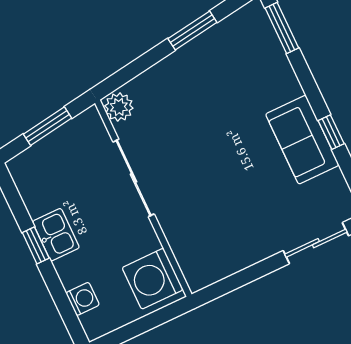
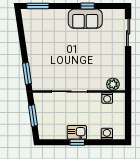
window: (192, 30) -> (27, 73), moved
plant: (119, 107) -> (113, 84), moved
washing machine: (153, 279) -> (107, 98), width x0.53, depth x0.53

